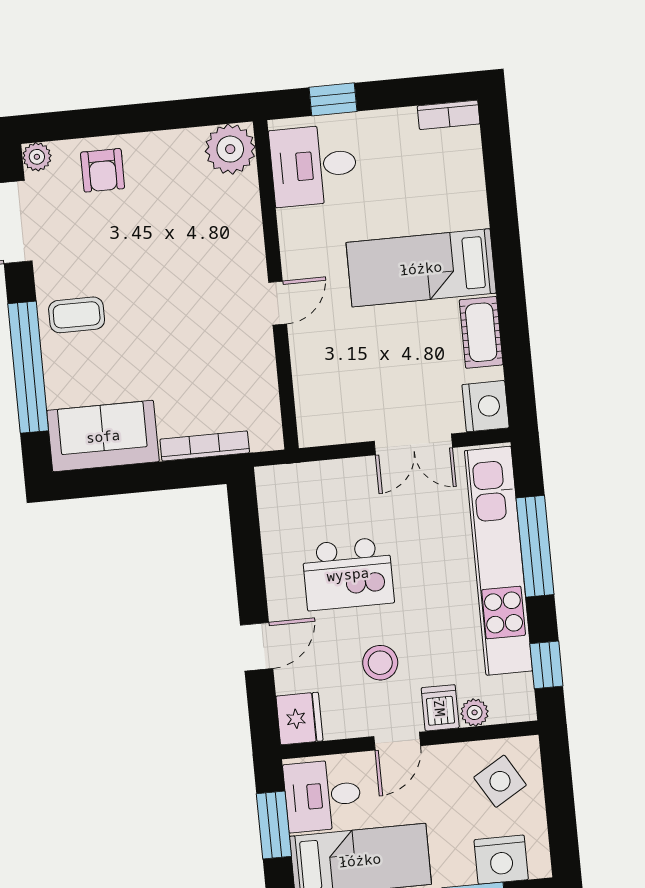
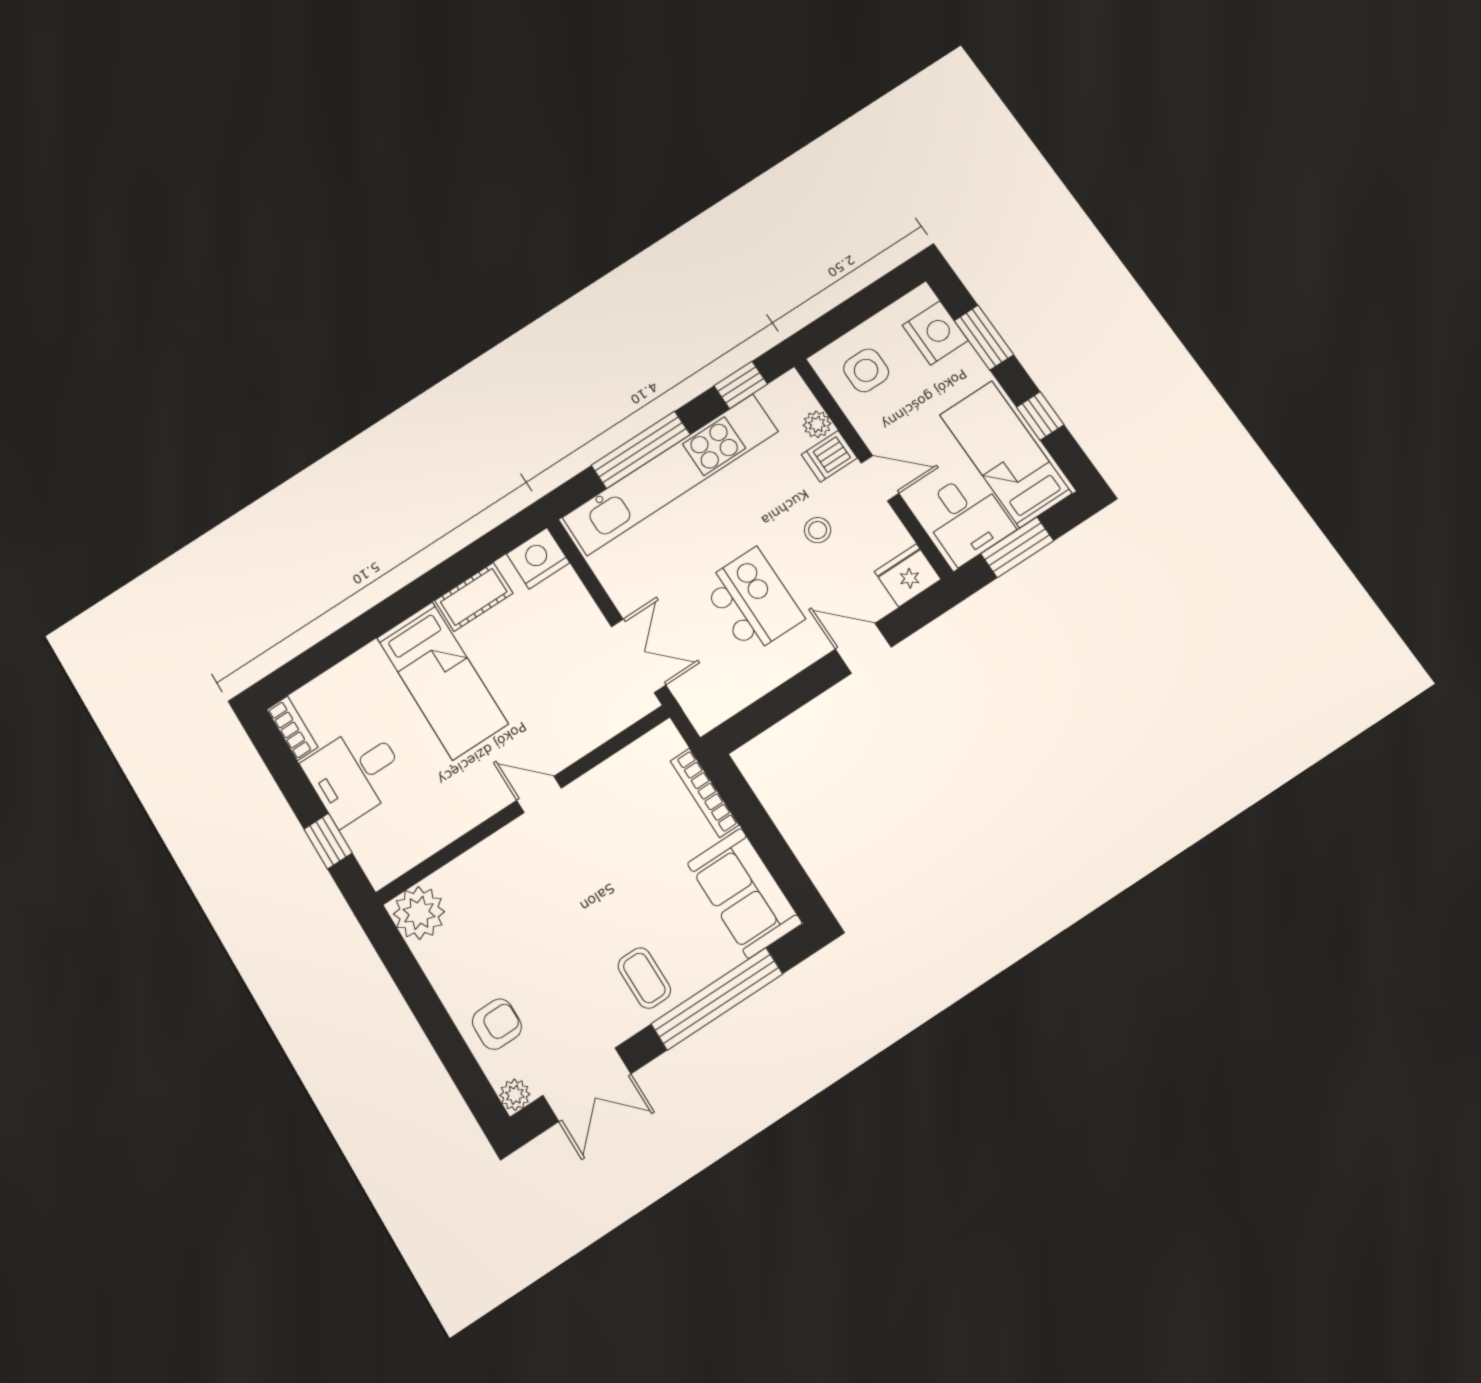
desk: (314, 165) -> (355, 773), moved, turned 90
double door: (413, 444) -> (639, 656), moved
stool: (380, 663) -> (818, 530), width x0.73, depth x0.73
side table: (500, 781) -> (866, 370), turned 31

